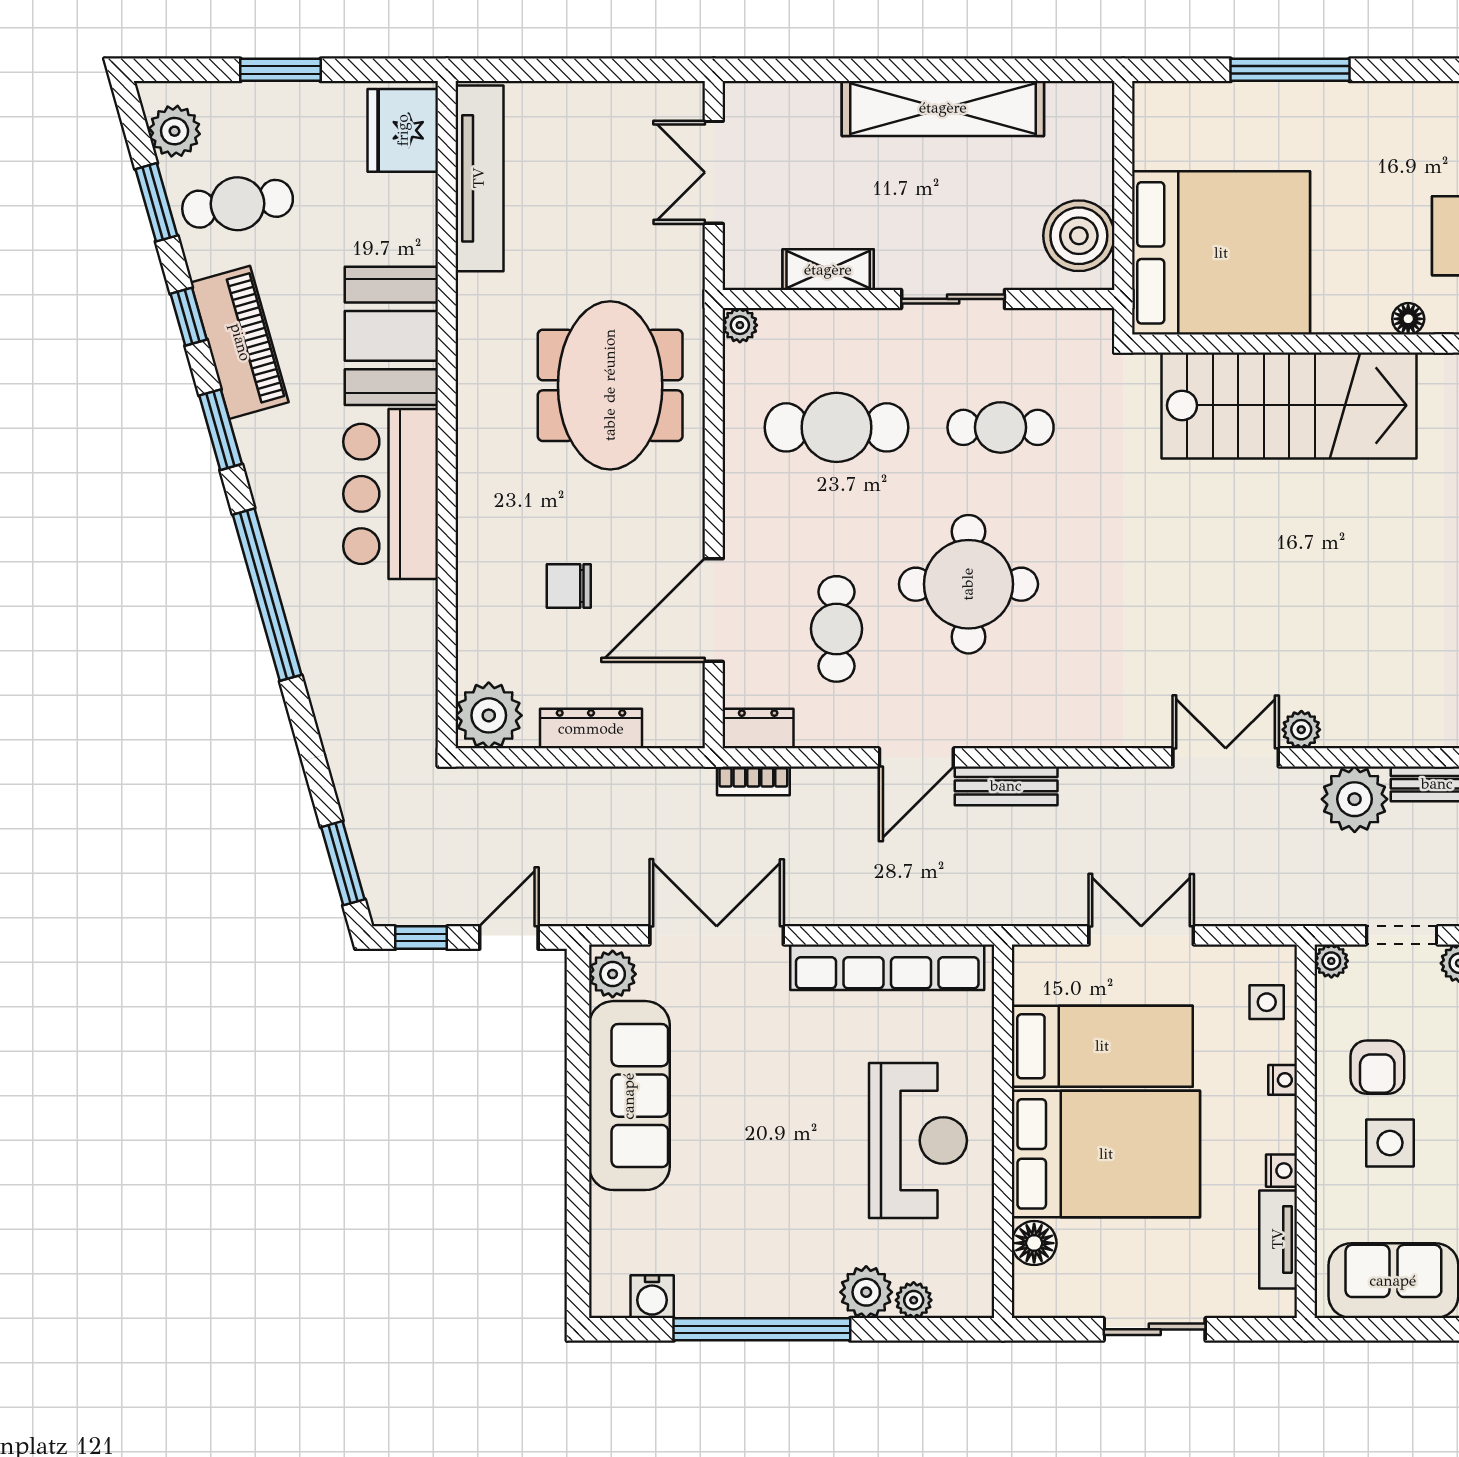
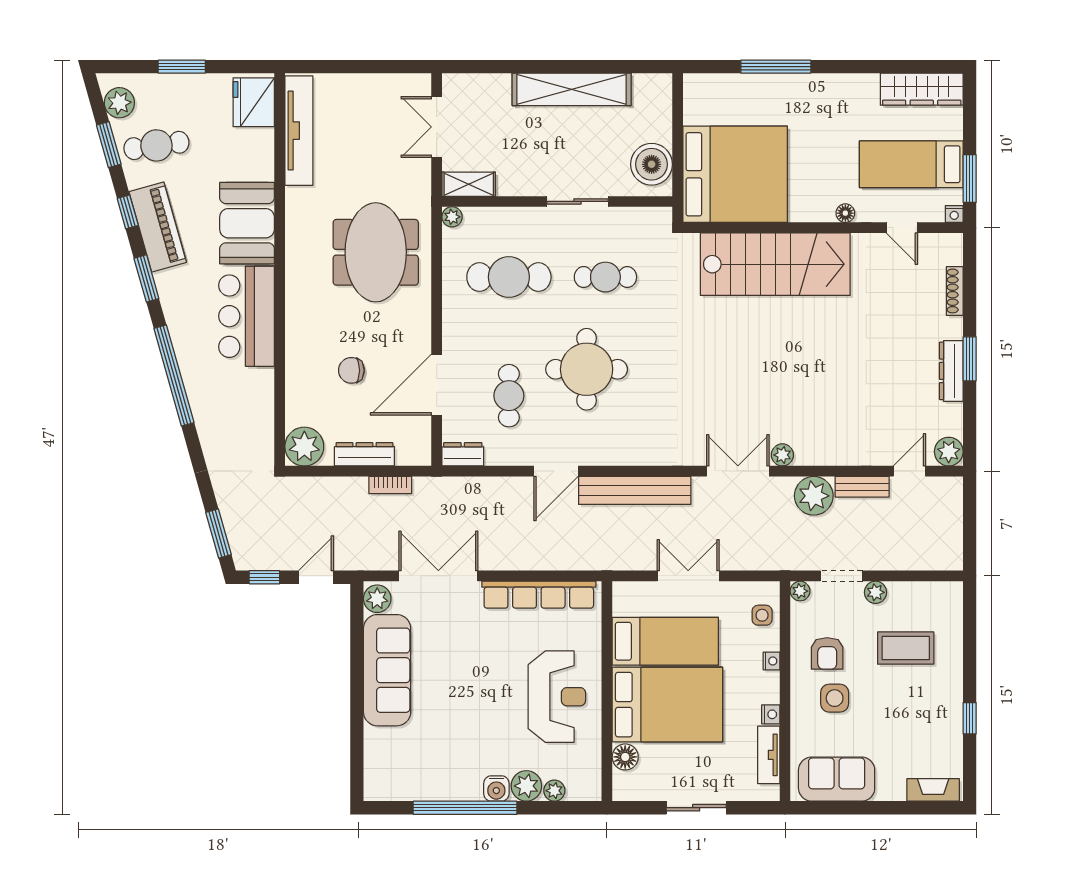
shelving: (828, 270) -> (469, 184), moved
bookcase: (753, 781) -> (390, 485), moved
bench: (1006, 786) -> (635, 490), width x1.86, depth x1.21
water cooler: (652, 1297) -> (496, 789), moved

